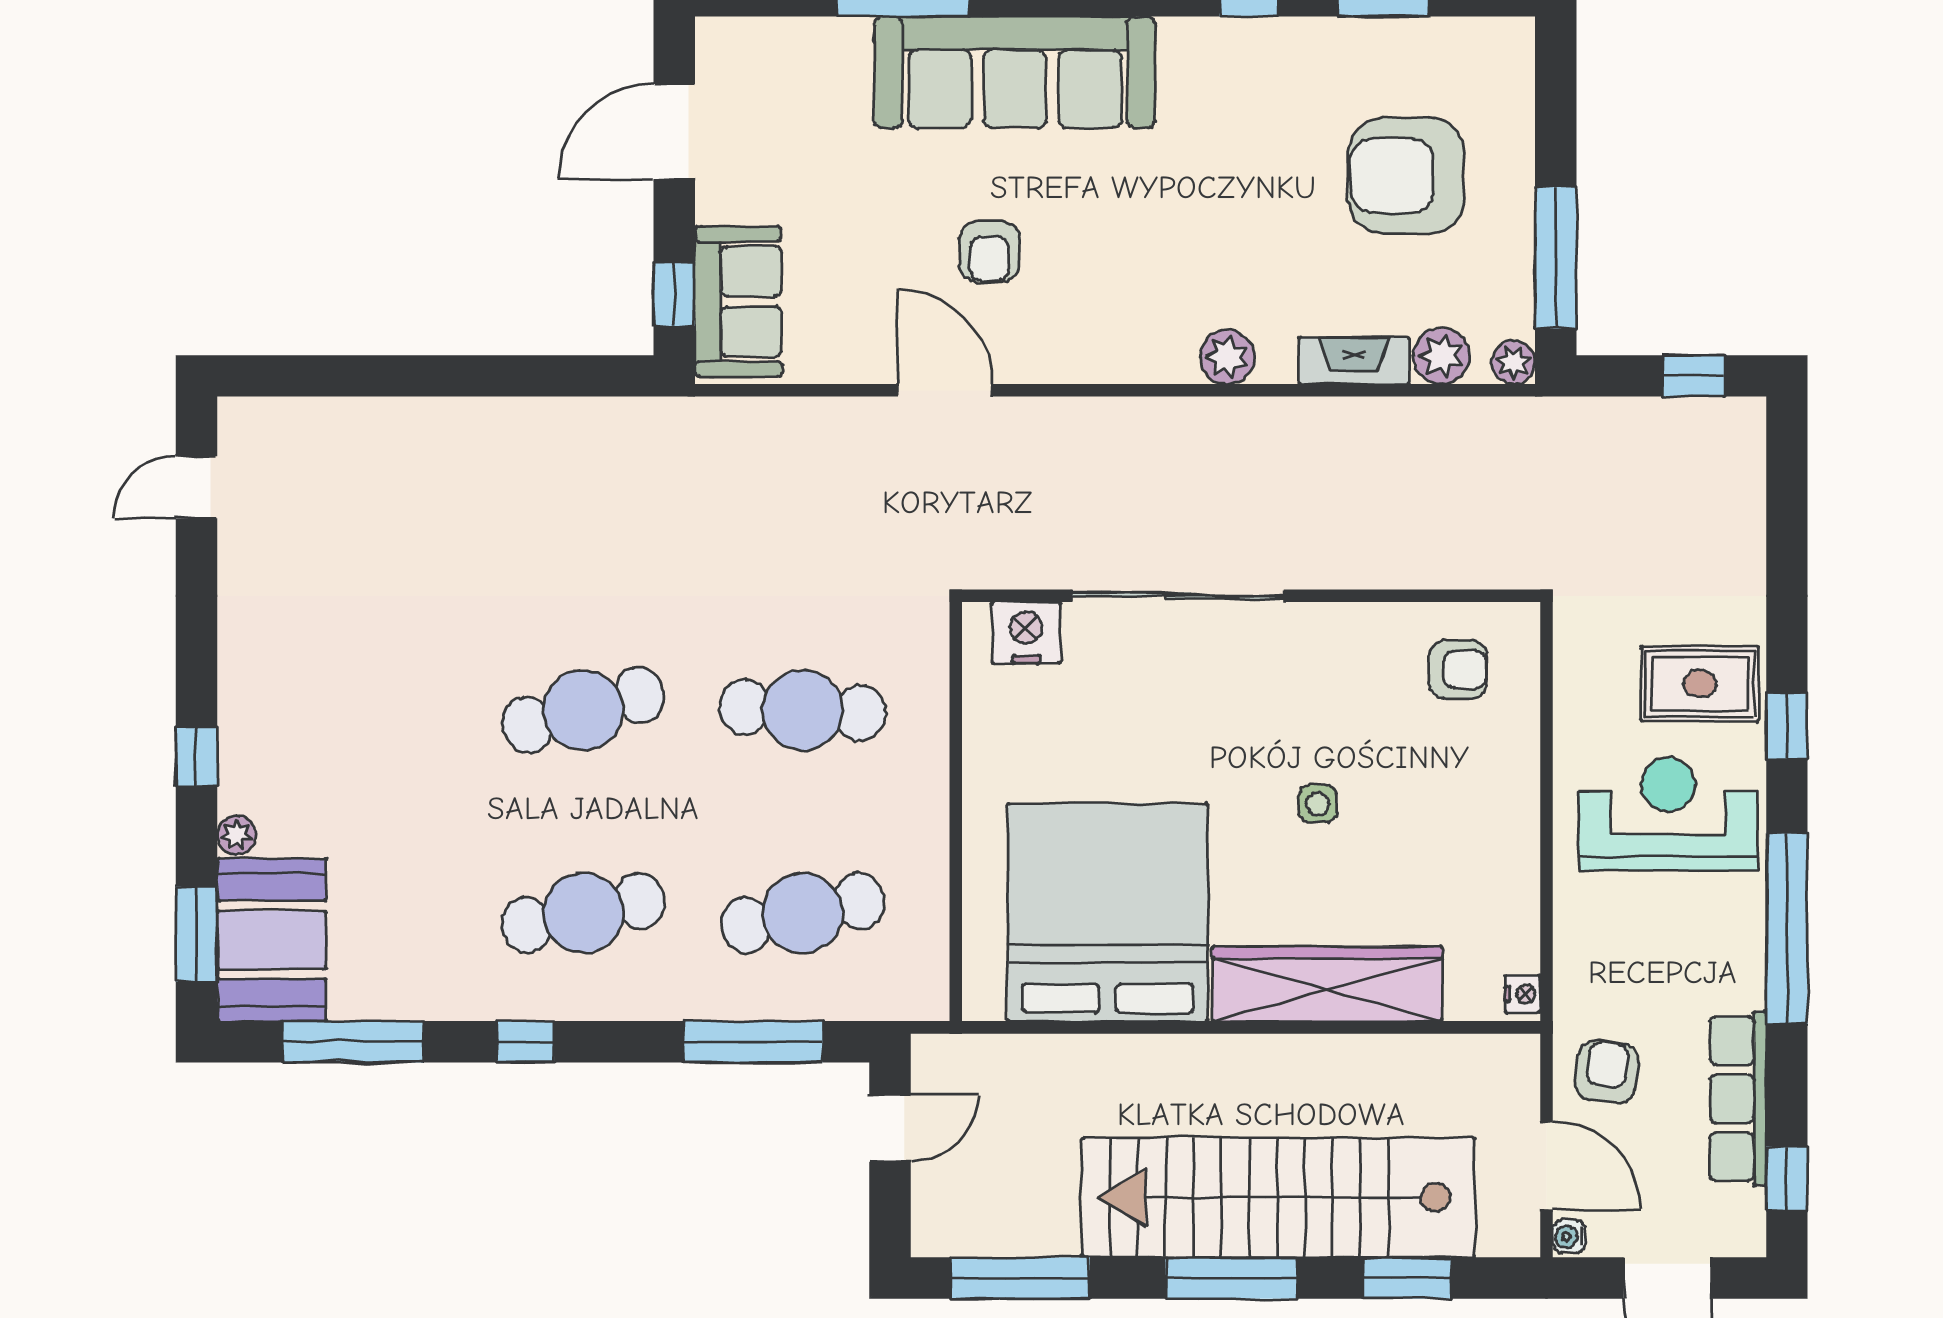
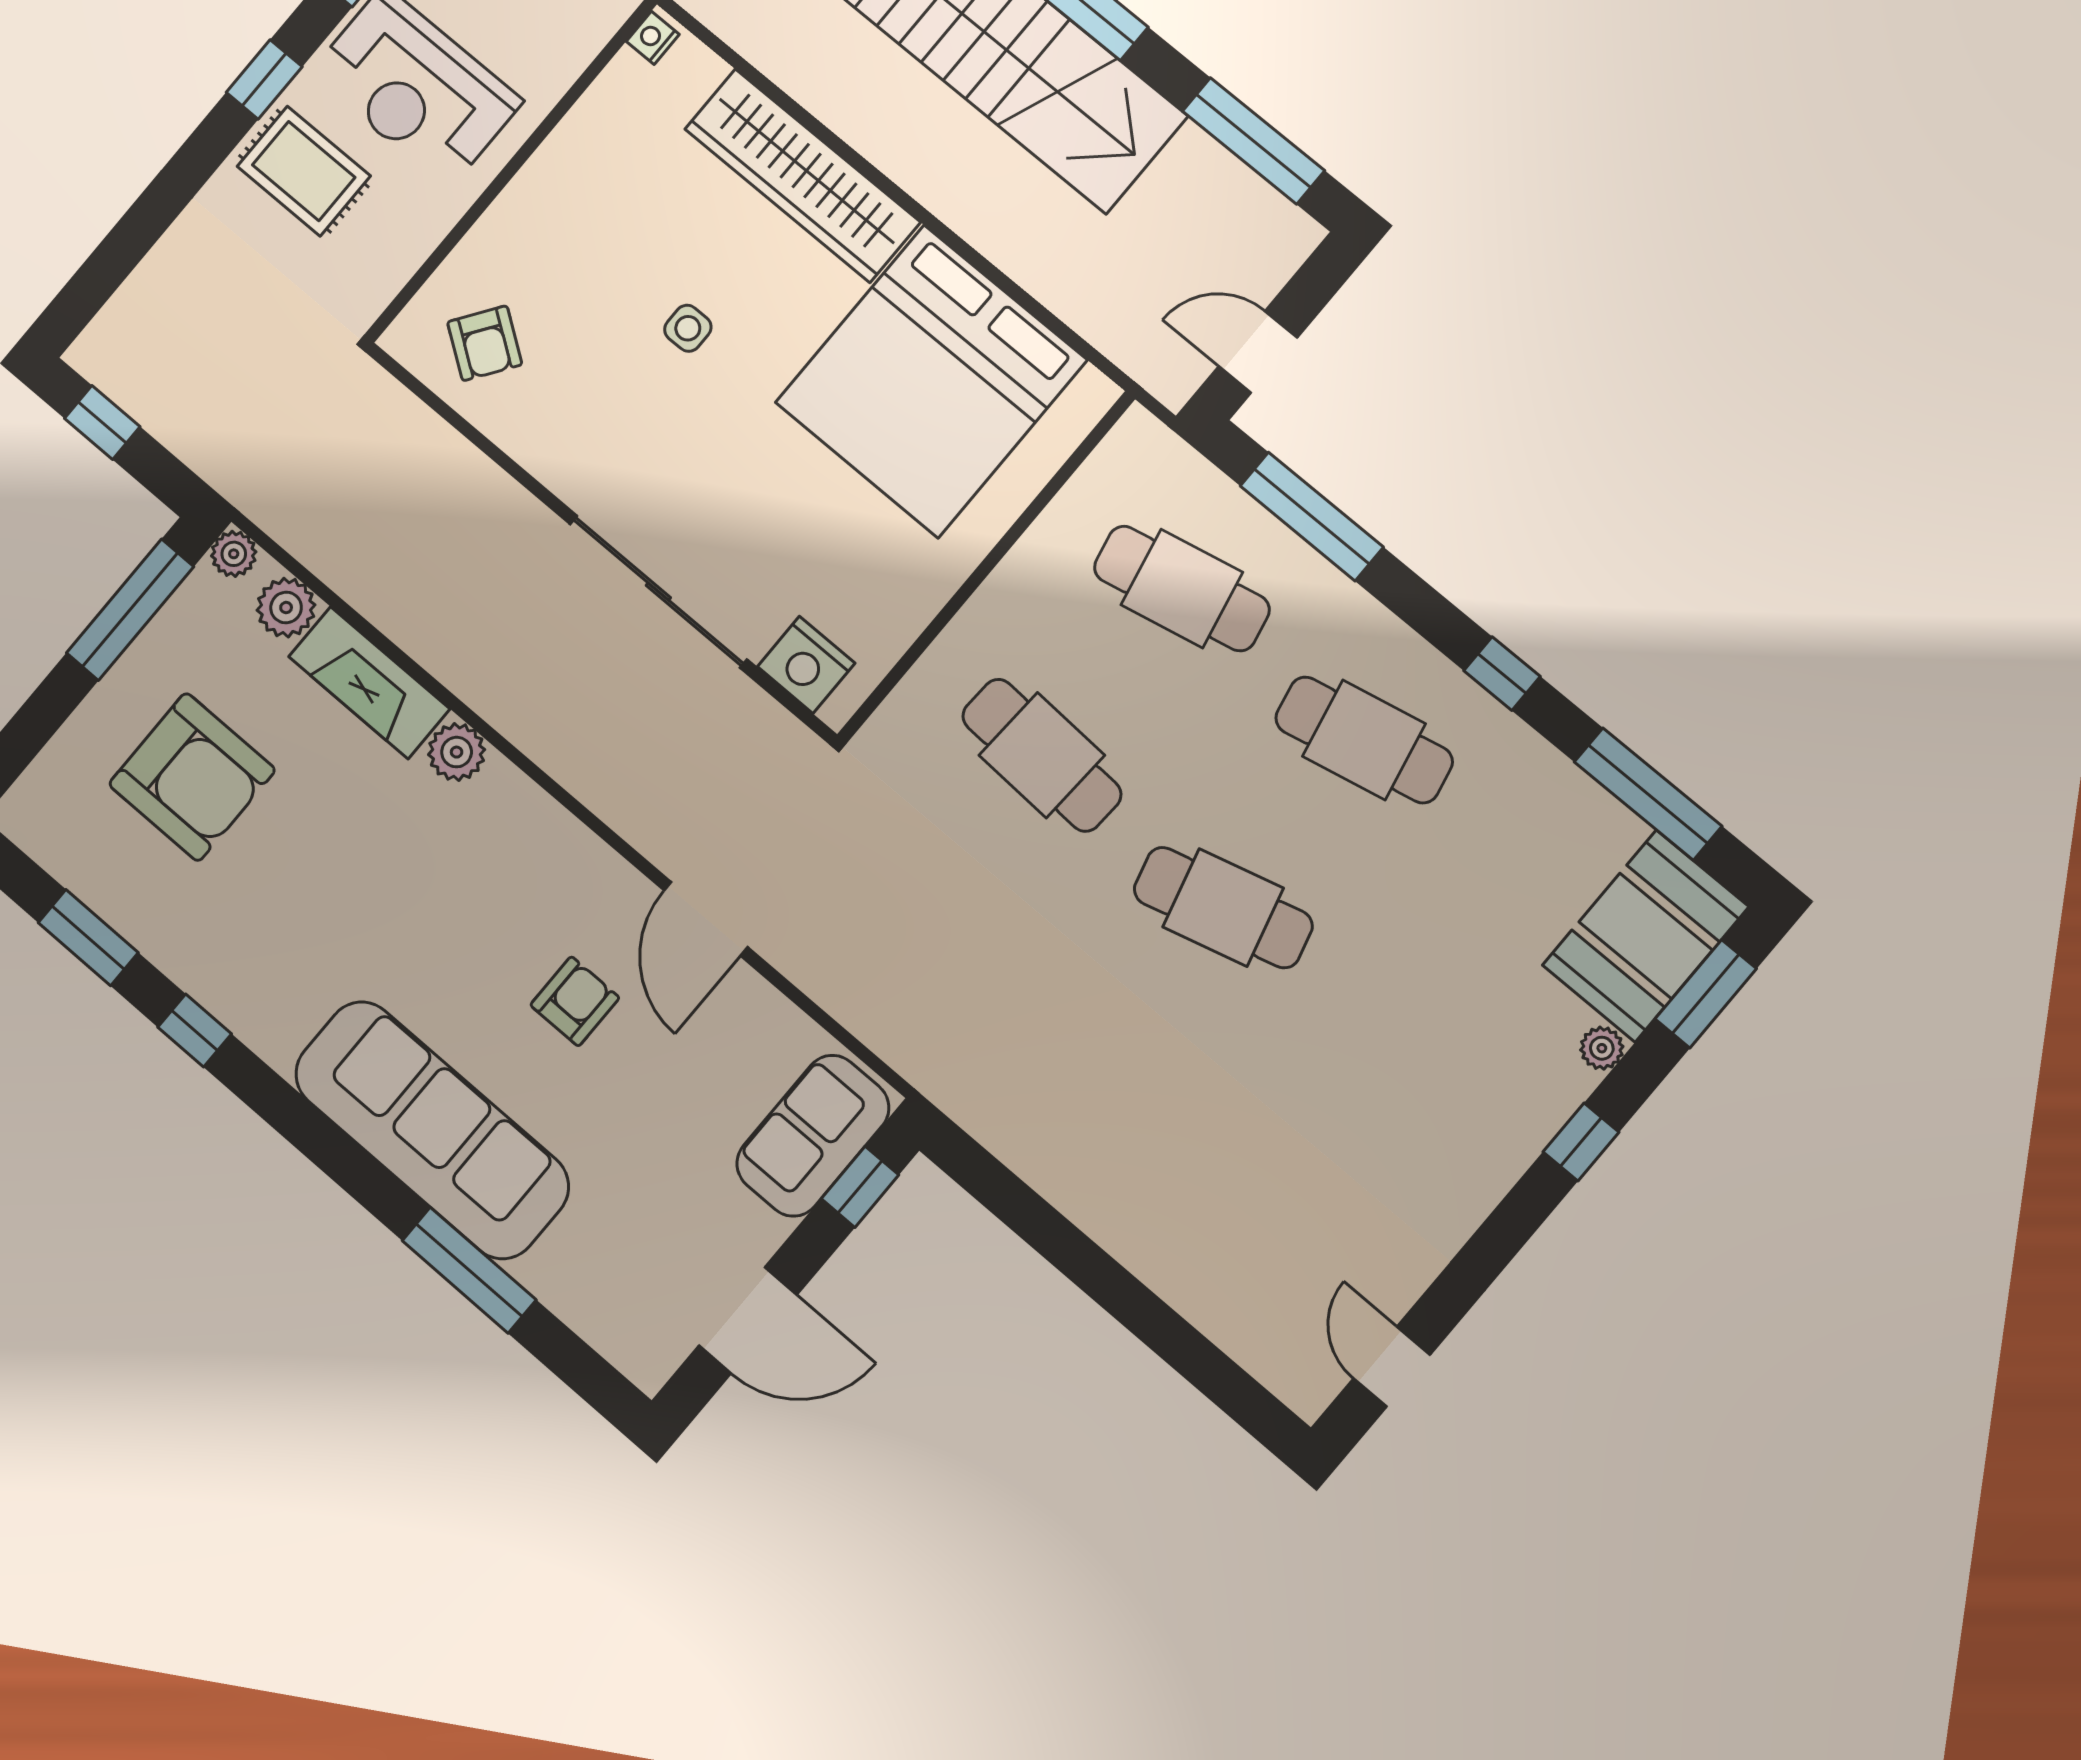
fireplace: (1354, 361) -> (369, 683), width x1.37, depth x1.32
door: (196, 487) -> (1392, 1367), swing flipped
armchair: (1458, 669) -> (485, 343), turned -145

